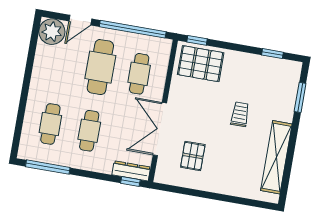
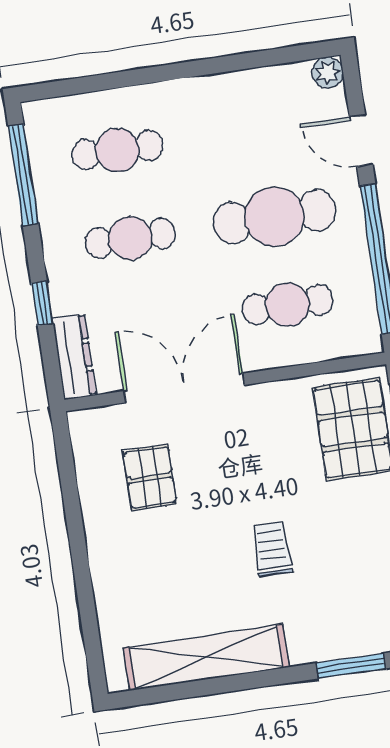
plant: (52, 32) -> (328, 72), width x0.53, depth x0.53
trolley: (240, 114) -> (272, 549), turned -90
pallet: (193, 156) -> (150, 478), turned 90
window: (130, 181) -> (42, 303), moved

